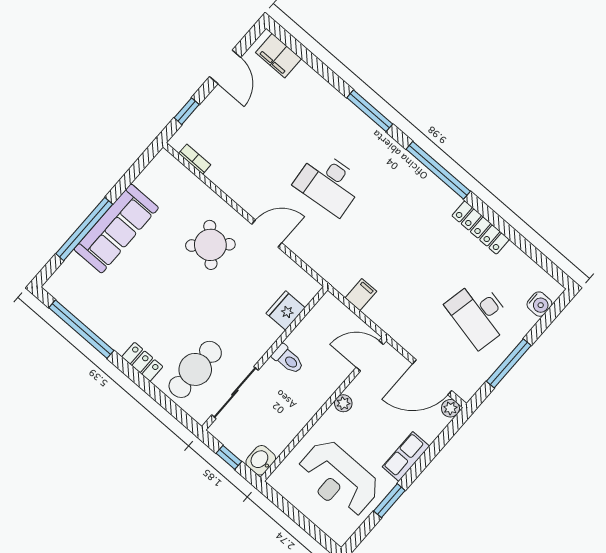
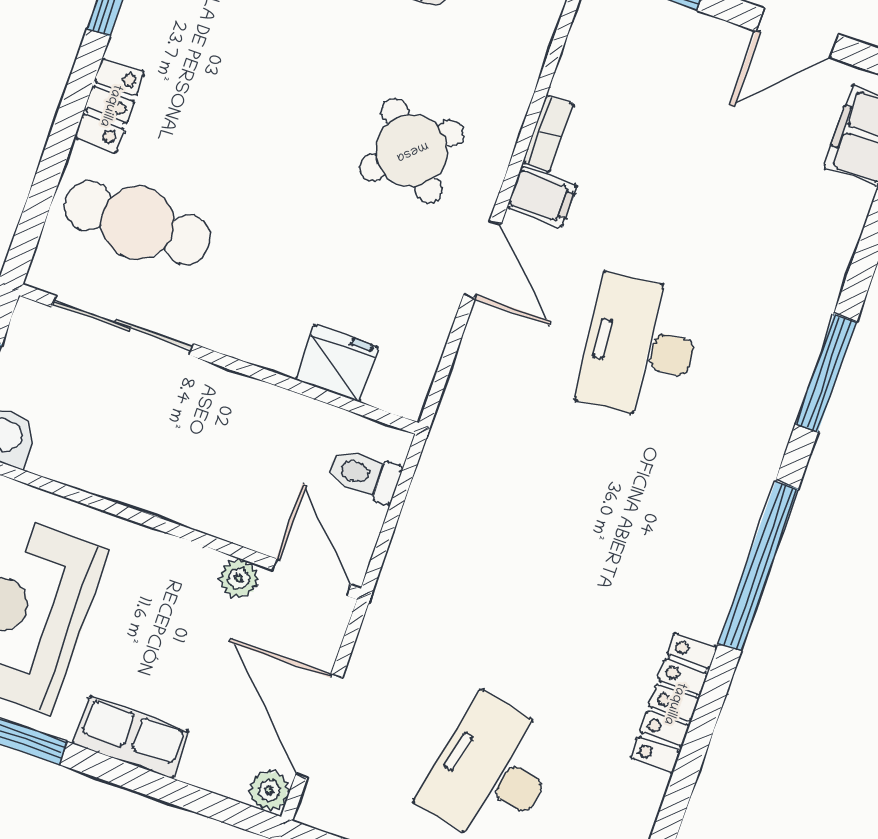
bookcase: (195, 159) -> (548, 133), moved
filing cabinet: (361, 295) -> (542, 197), moved
toilet: (288, 359) -> (364, 475), moved, turned 90
plant: (343, 403) -> (239, 579), moved

